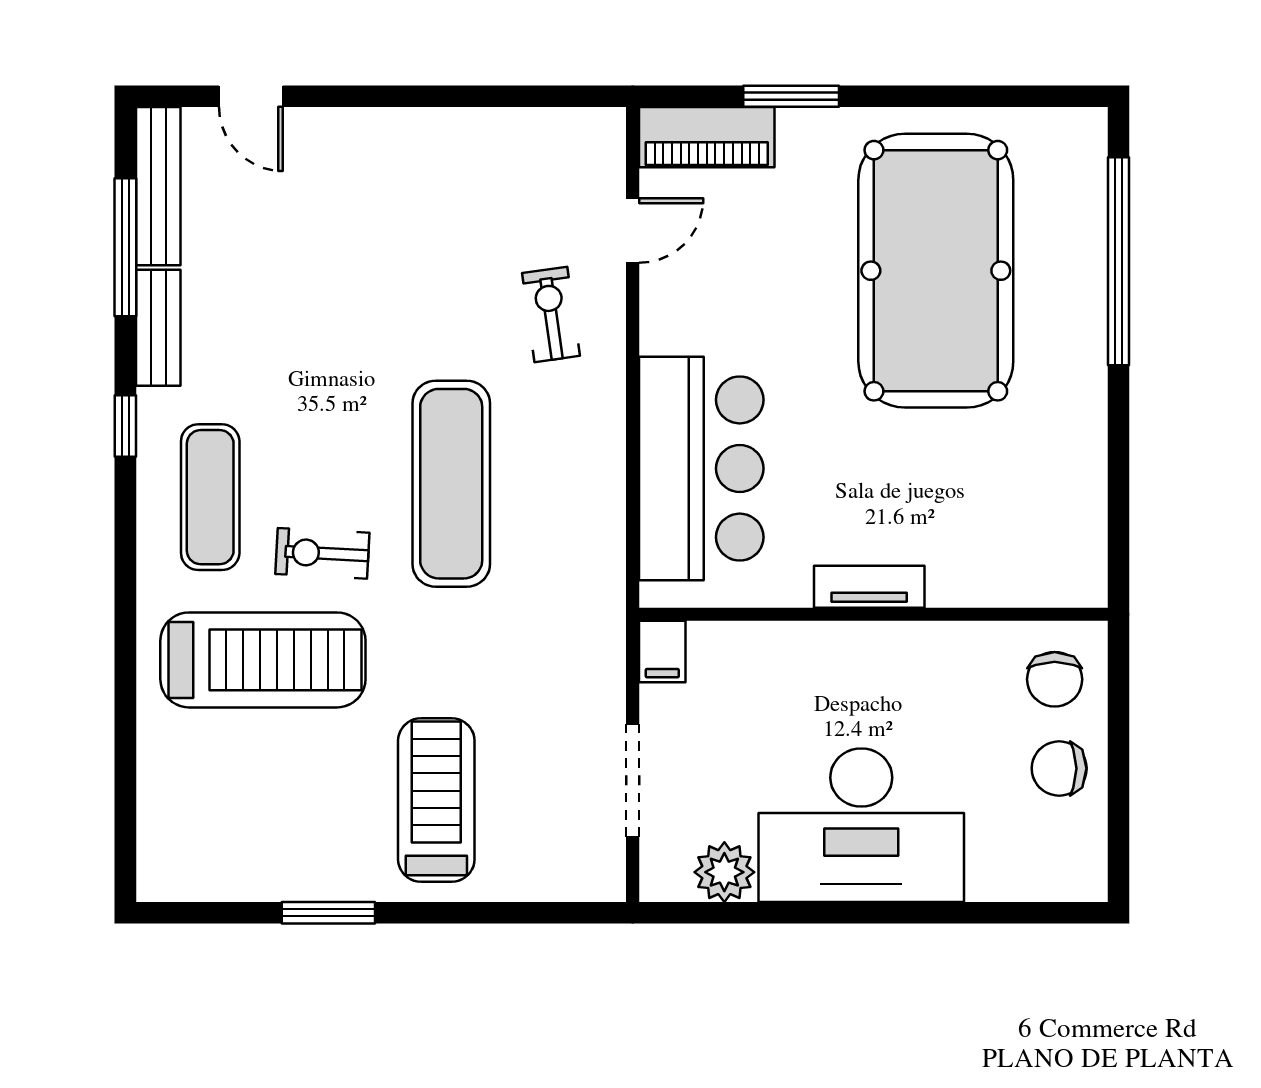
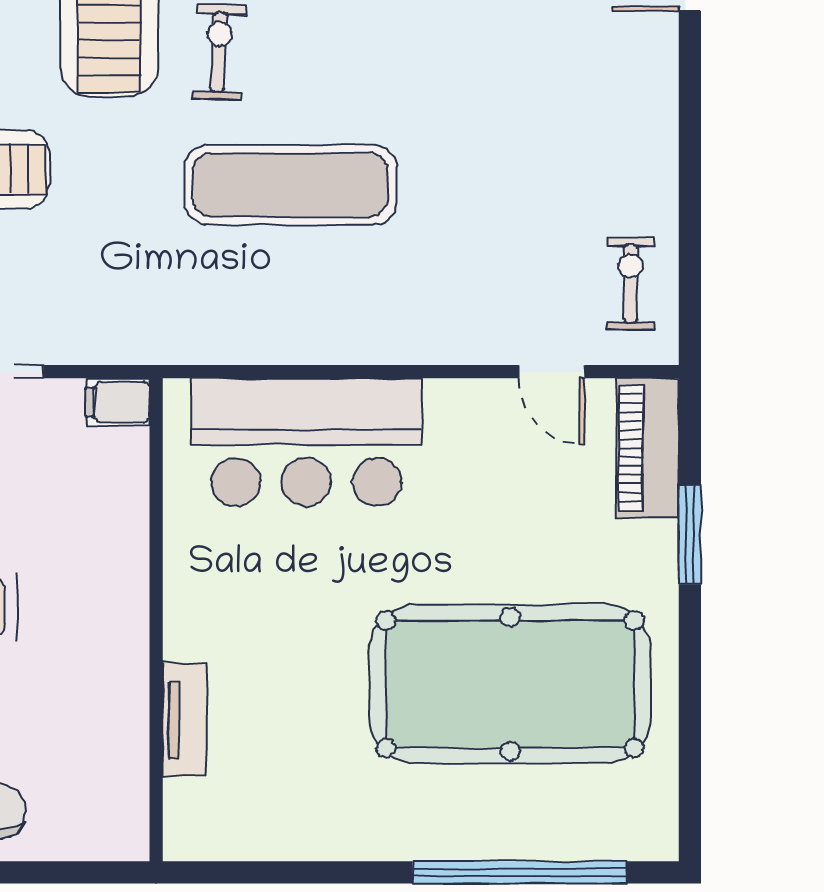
exercise bike: (551, 314) -> (631, 284), moved, turned -82
tv unit: (869, 587) -> (184, 720), moved
chair: (1055, 679) -> (89, 806), removed

